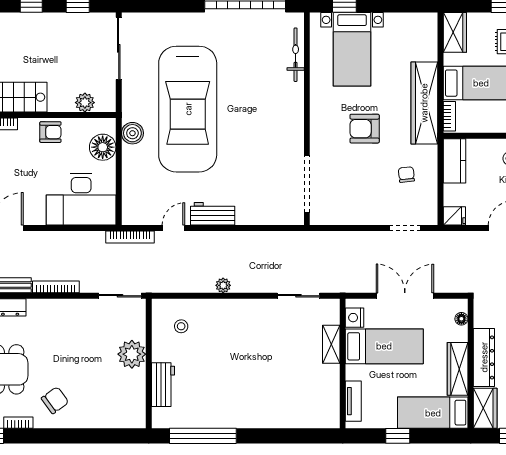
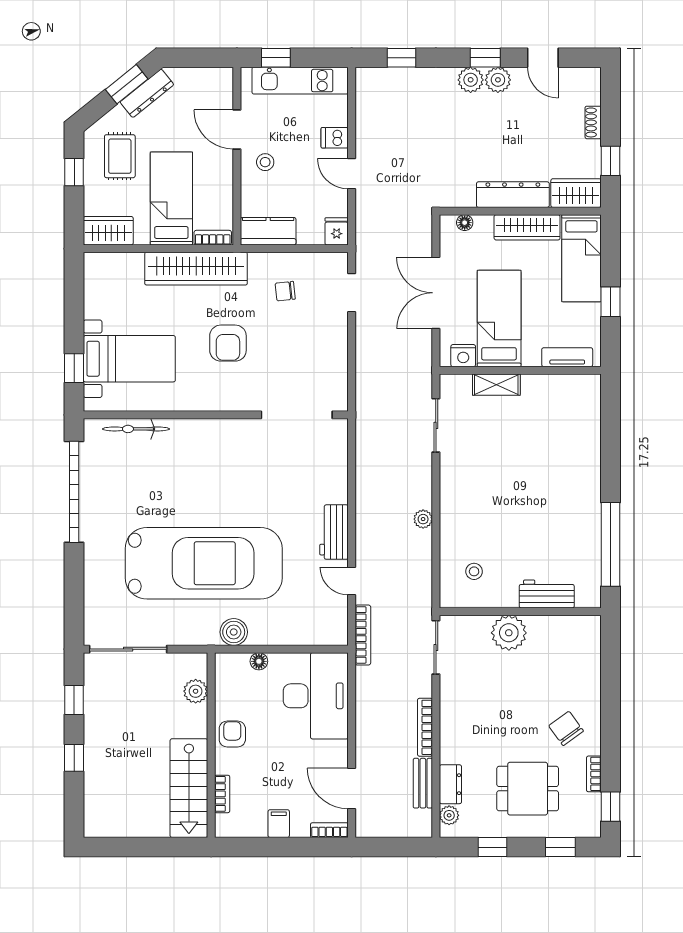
floor lamp: (103, 147) -> (259, 661), width x0.53, depth x0.53

